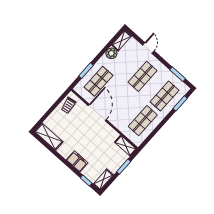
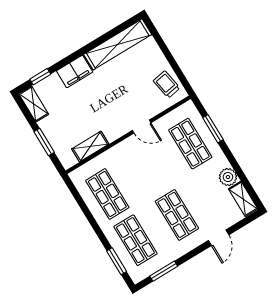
door: (148, 48) -> (219, 238), hinge flipped
door: (97, 113) -> (142, 127), width x0.53
shelving: (49, 137) -> (118, 44), width x1.47
shelving: (126, 146) -> (90, 146), moved

